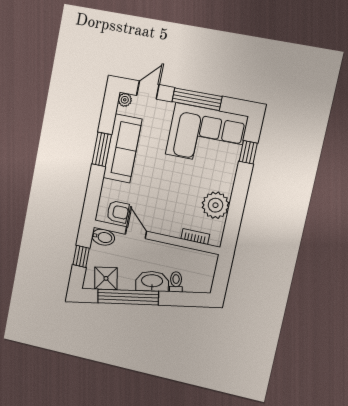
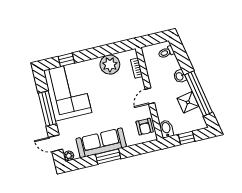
armchair: (118, 212) -> (145, 127), turned 180
door: (136, 233) -> (150, 96), moved
shower: (106, 278) -> (188, 102), moved
washbasin: (152, 281) -> (180, 76), width x0.52, depth x0.69
toilet: (176, 282) -> (166, 52), moved

